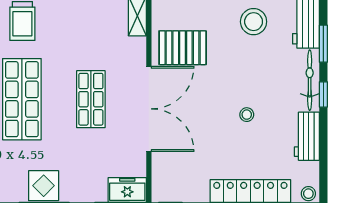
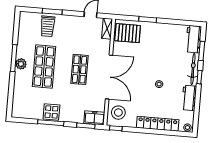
stool: (254, 22) -> (118, 113), moved
pallet: (183, 48) -> (128, 33), moved

